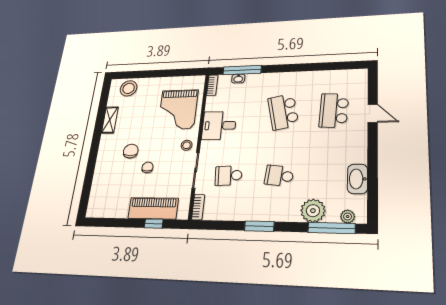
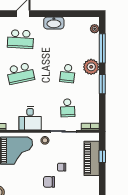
washbasin: (357, 179) -> (54, 23), moved
plant: (313, 211) -> (91, 67), moved
window: (332, 228) -> (102, 48), moved

